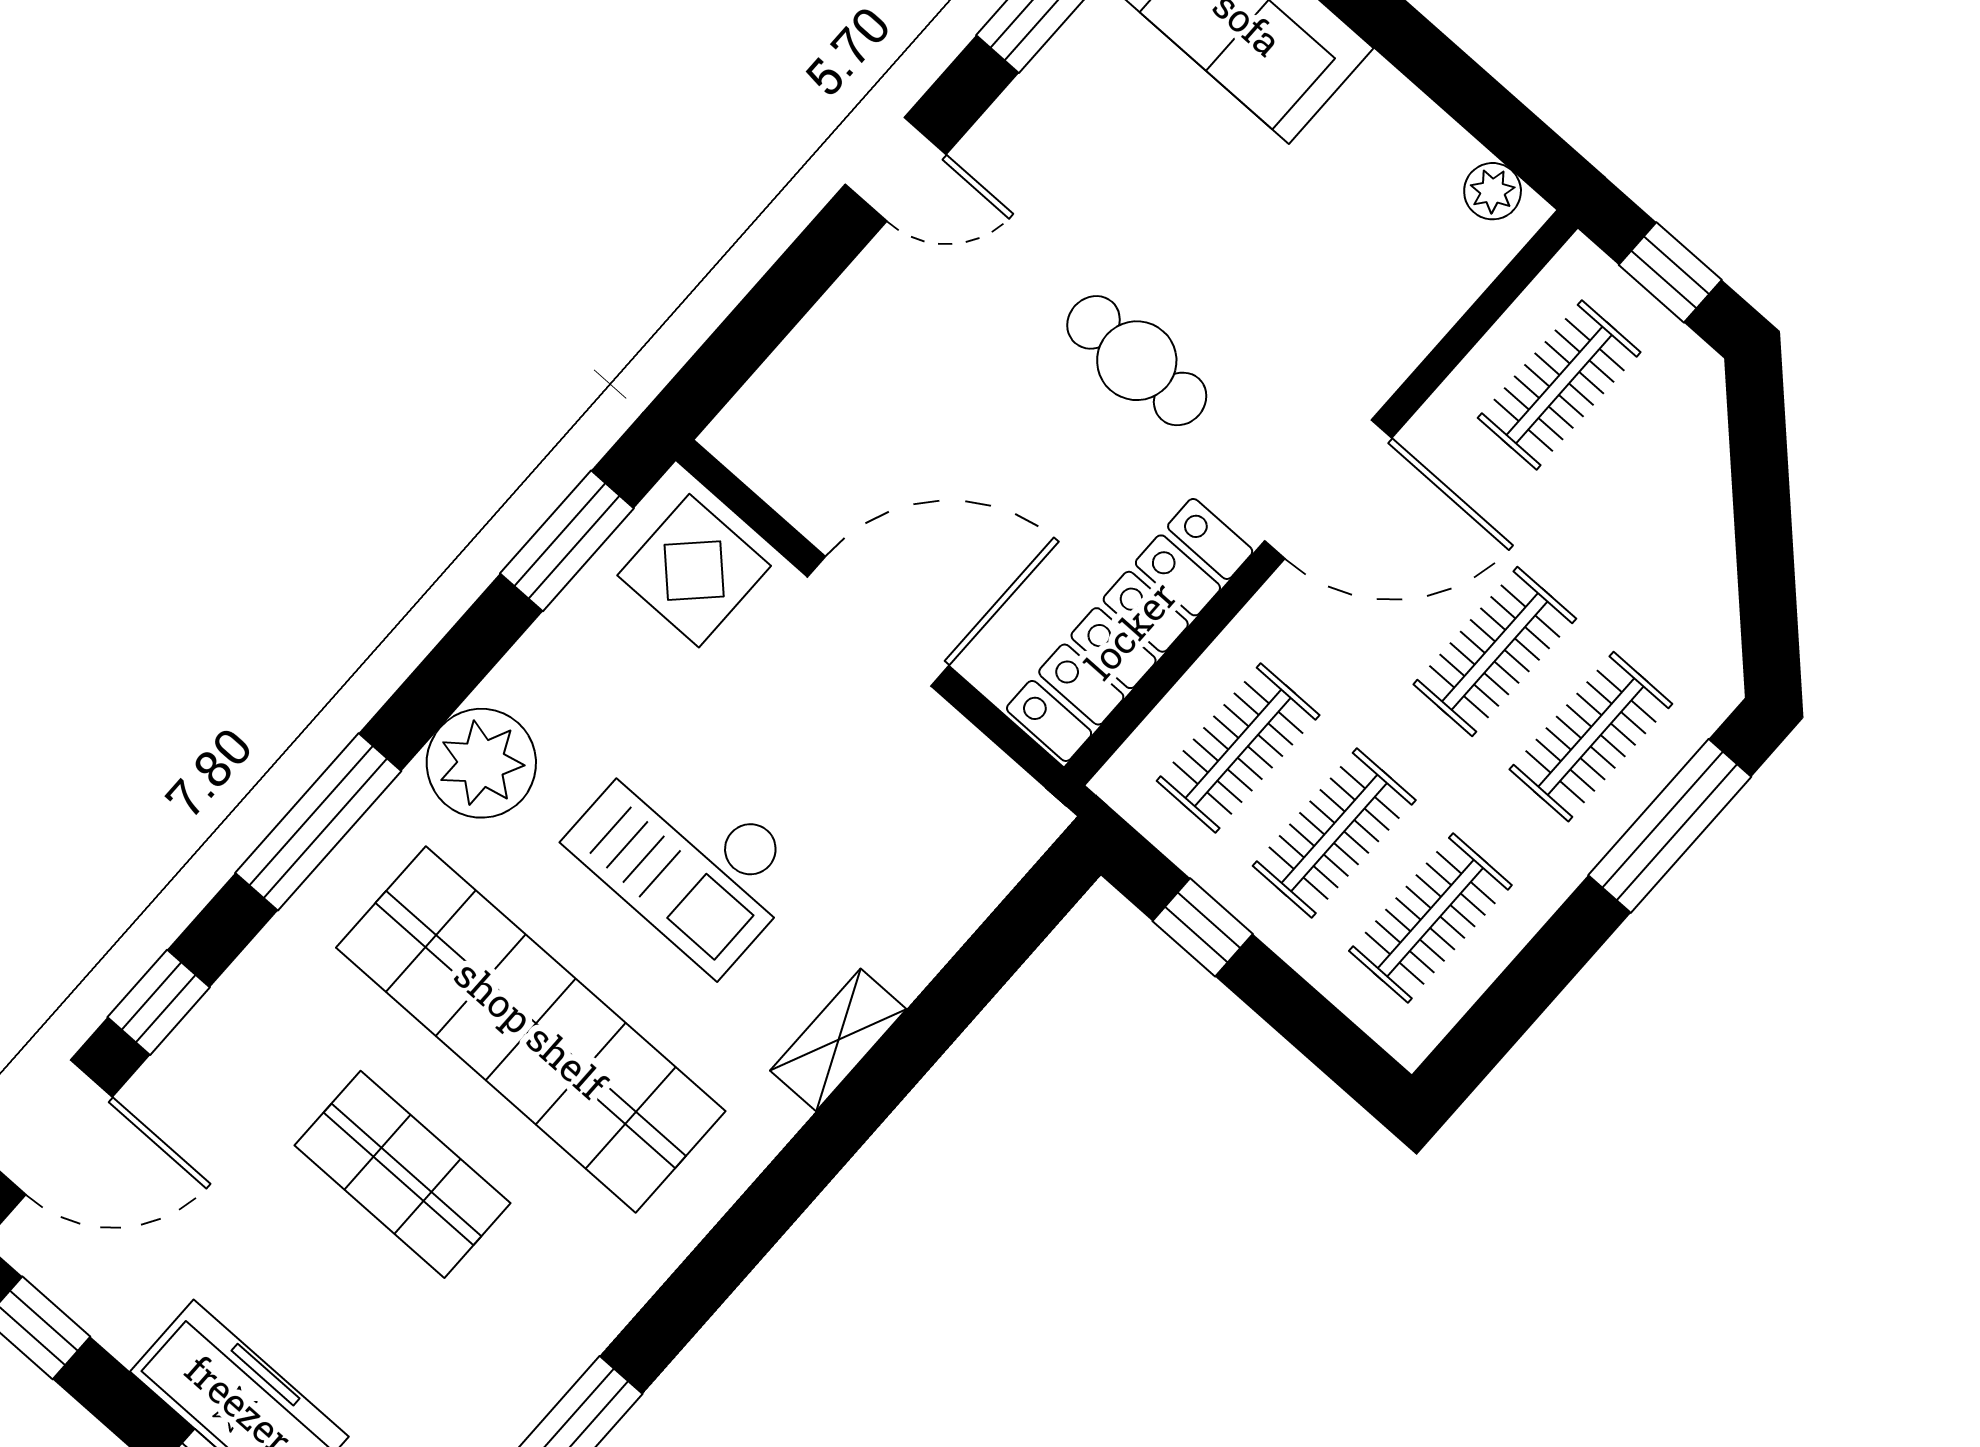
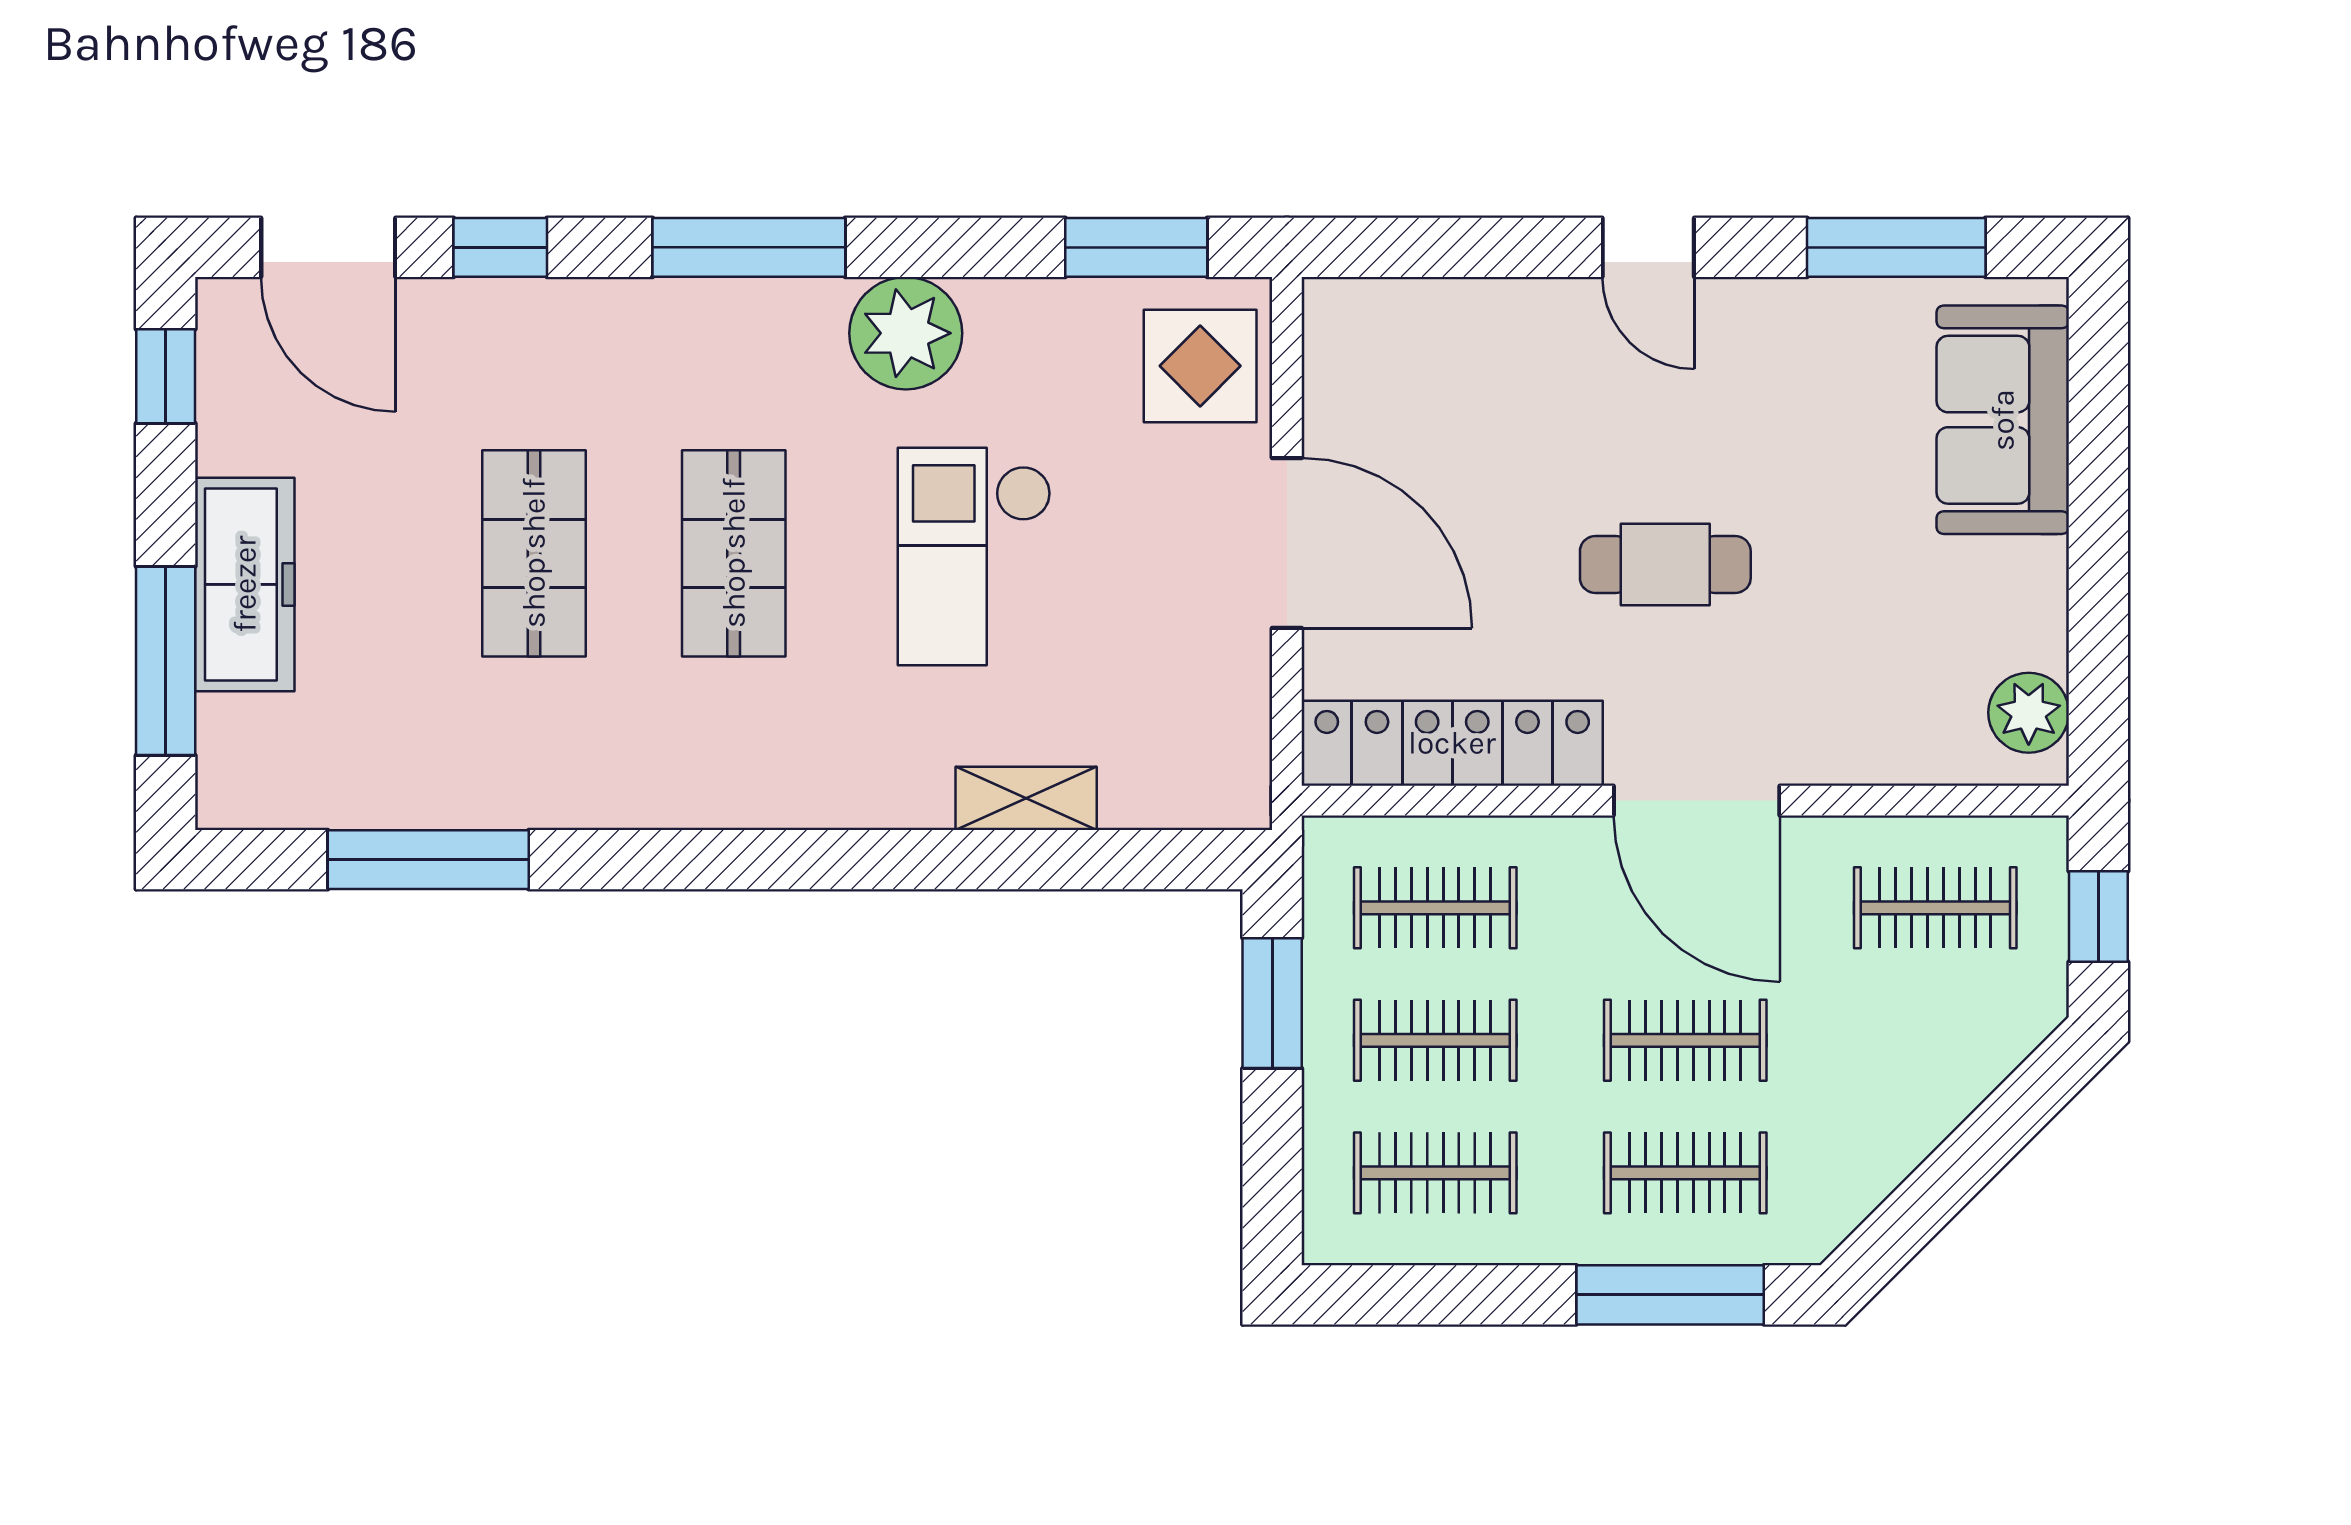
plant: (1493, 191) -> (2029, 713), width x1.38, depth x1.38
cafe table: (1137, 361) -> (1665, 565), turned 90
window: (1203, 927) -> (1272, 1003), width x1.50
shop shelf: (531, 1029) -> (734, 553), width x0.50, depth x0.74
shelving: (838, 1040) -> (1026, 798), moved

